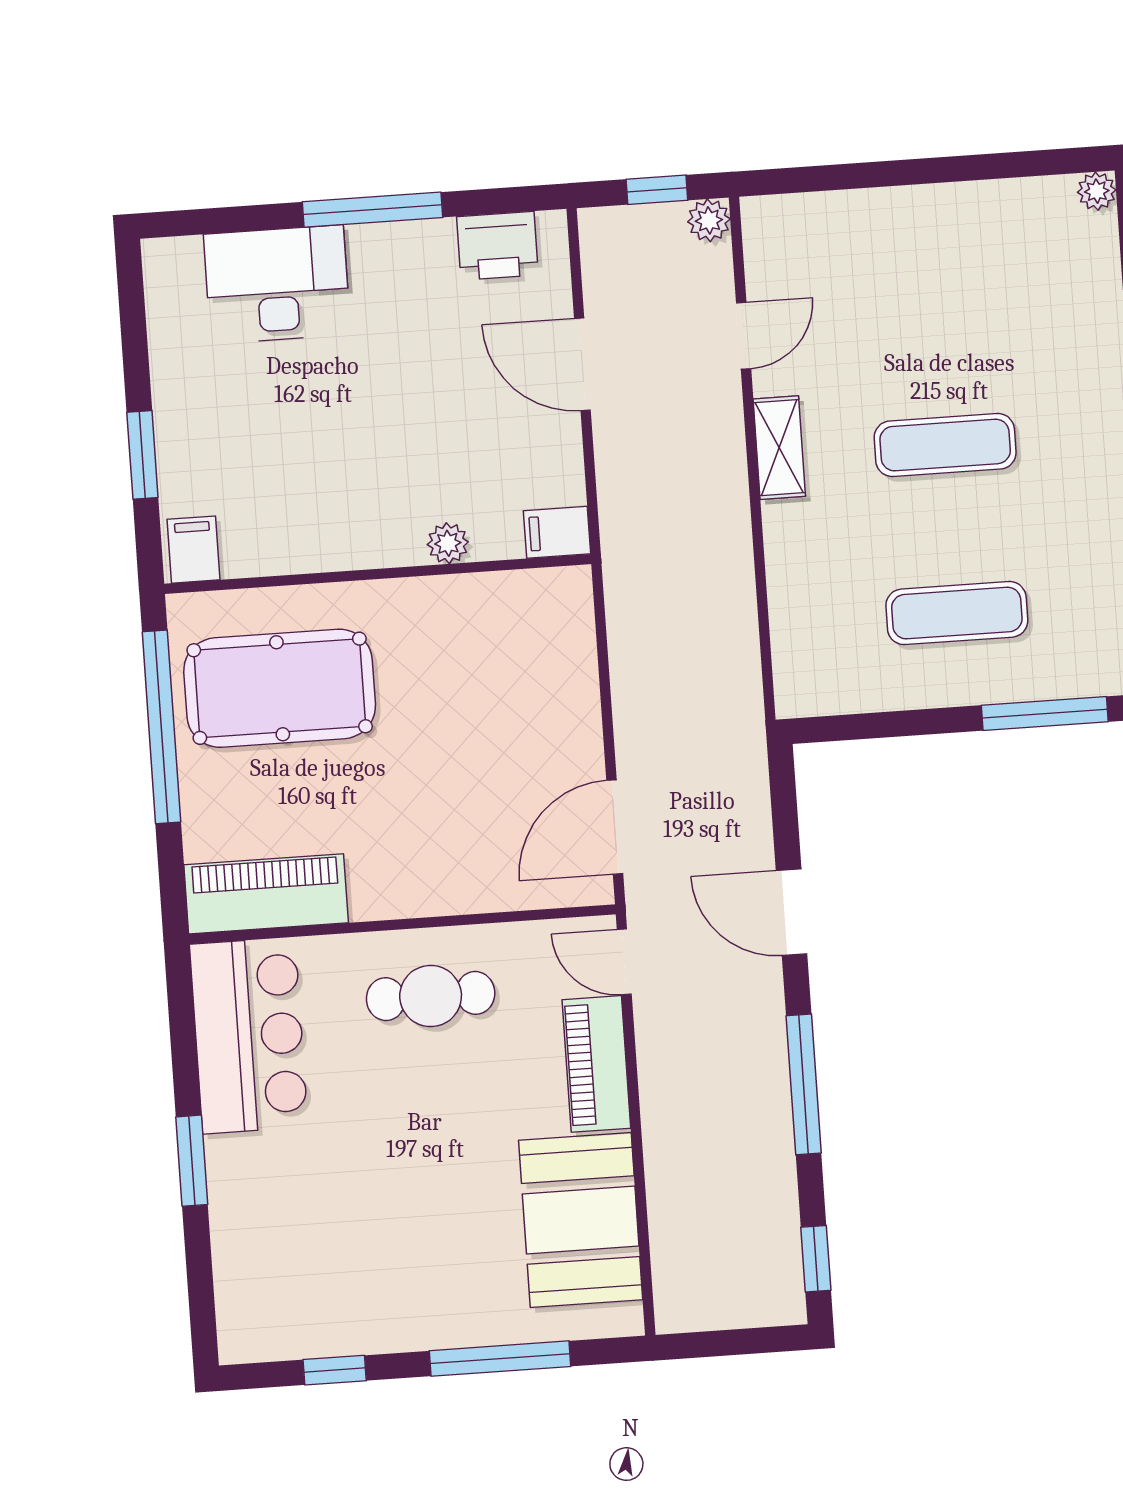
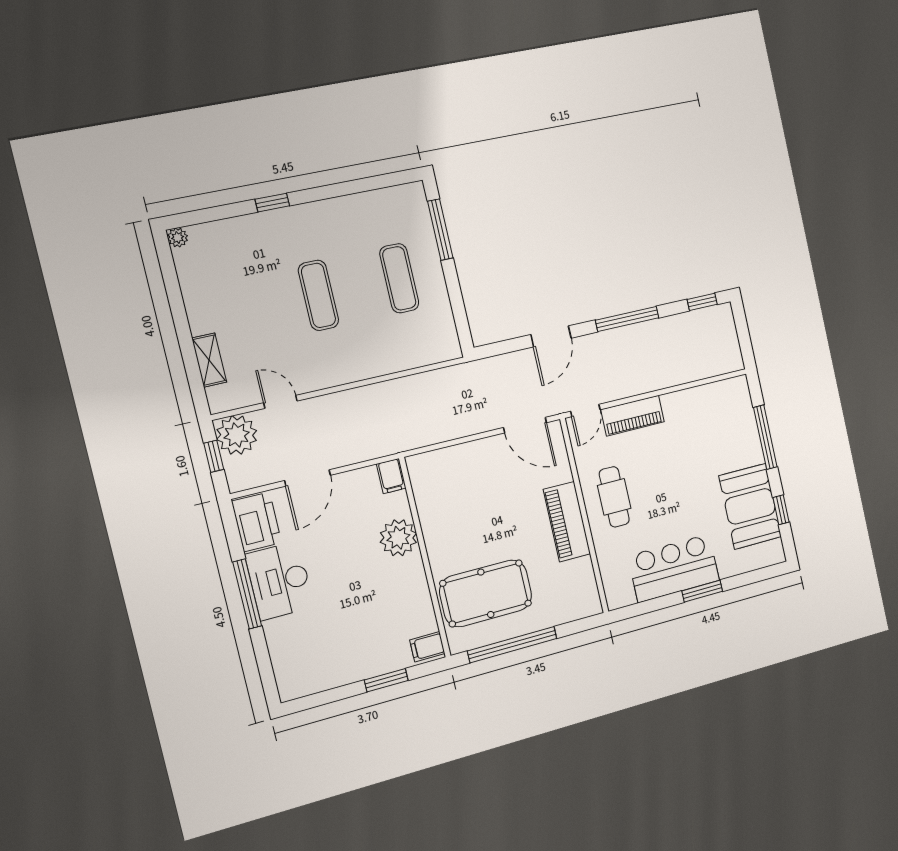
plant: (709, 220) -> (237, 435), width x1.87, depth x1.87
printer: (497, 246) -> (257, 522), width x1.37, depth x1.19
desk: (277, 284) -> (280, 581), moved
shelving: (779, 448) -> (209, 360), moved, turned 90
plant: (448, 543) -> (398, 538), width x1.88, depth x1.88
pool table: (280, 688) -> (486, 593), turned 90
piano: (266, 894) -> (567, 522), moved
bar counter: (249, 1036) -> (674, 568), moved
booth: (581, 1220) -> (750, 506), moved, turned 90

